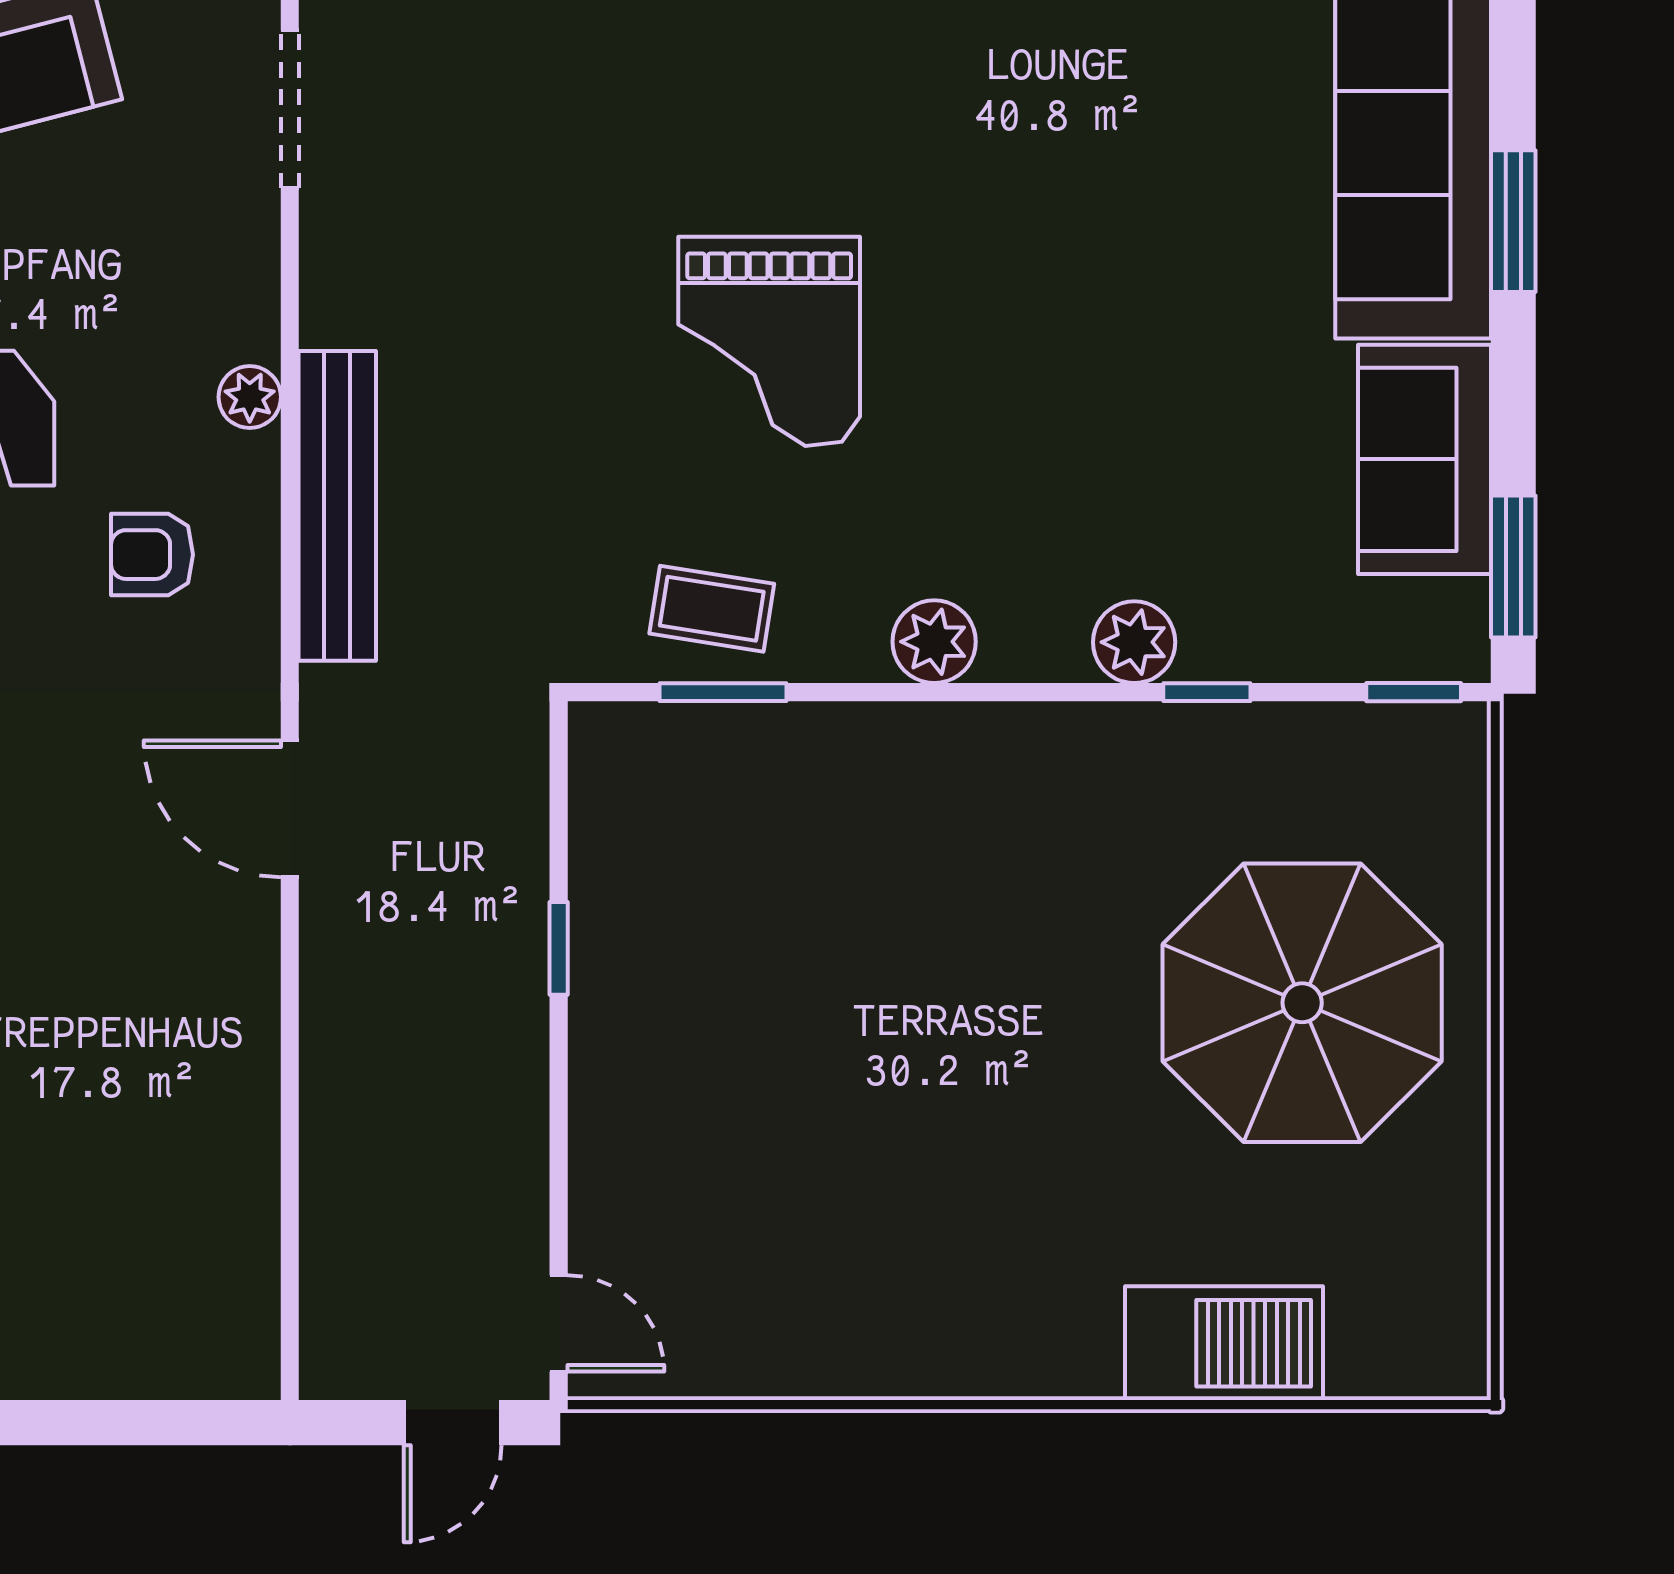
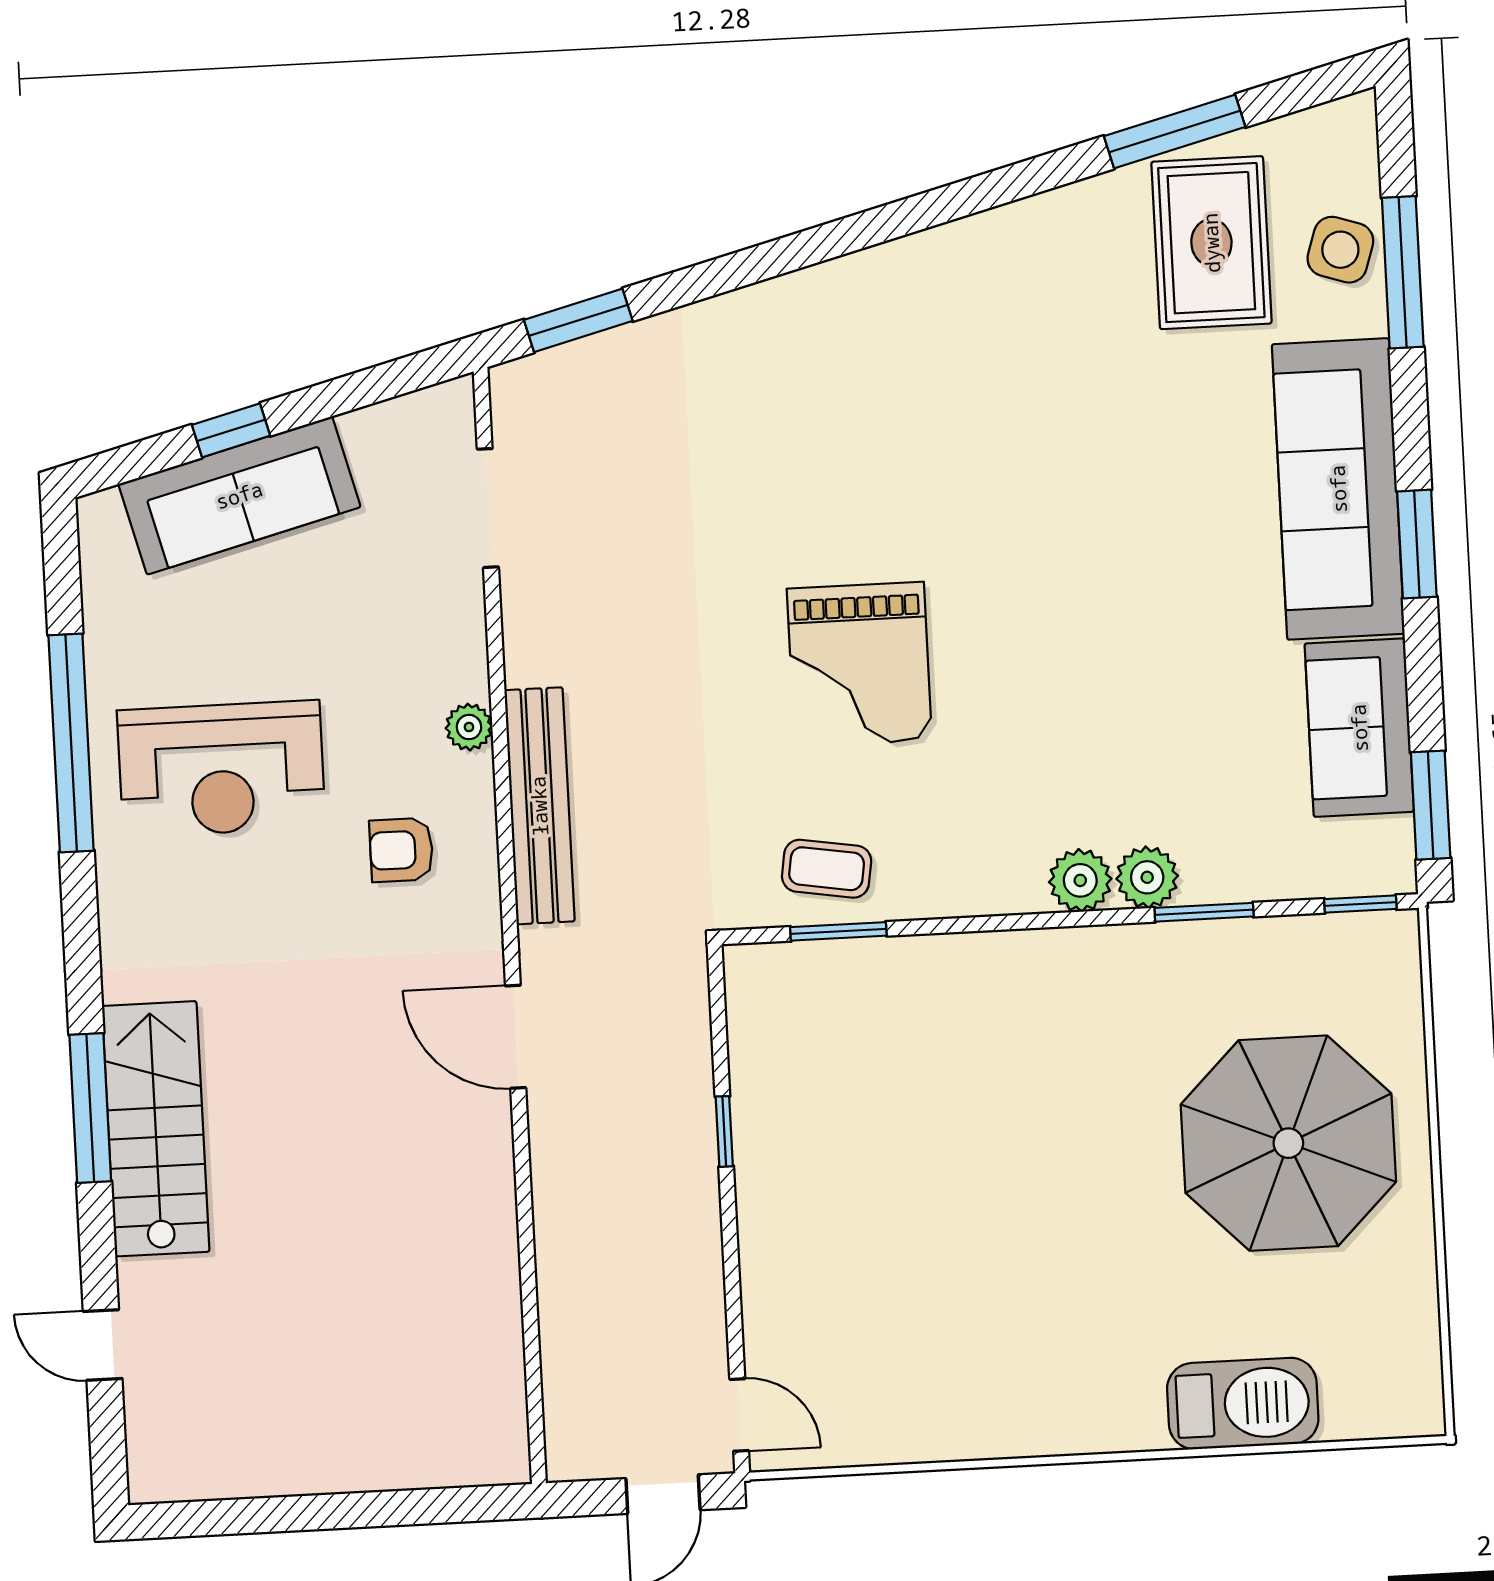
plant: (934, 642) -> (1080, 880), moved
window: (1207, 692) -> (1204, 912), width x1.50

